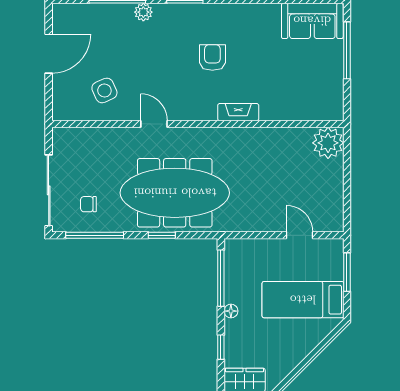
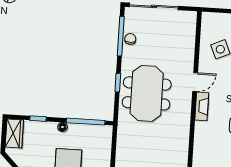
fireplace: (238, 112) -> (202, 106), moved
meeting table: (175, 193) -> (147, 93), width x0.73
chair: (88, 204) -> (130, 39), moved

